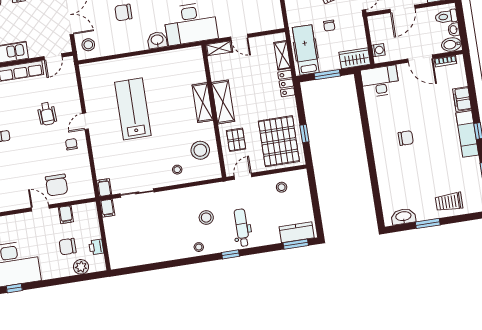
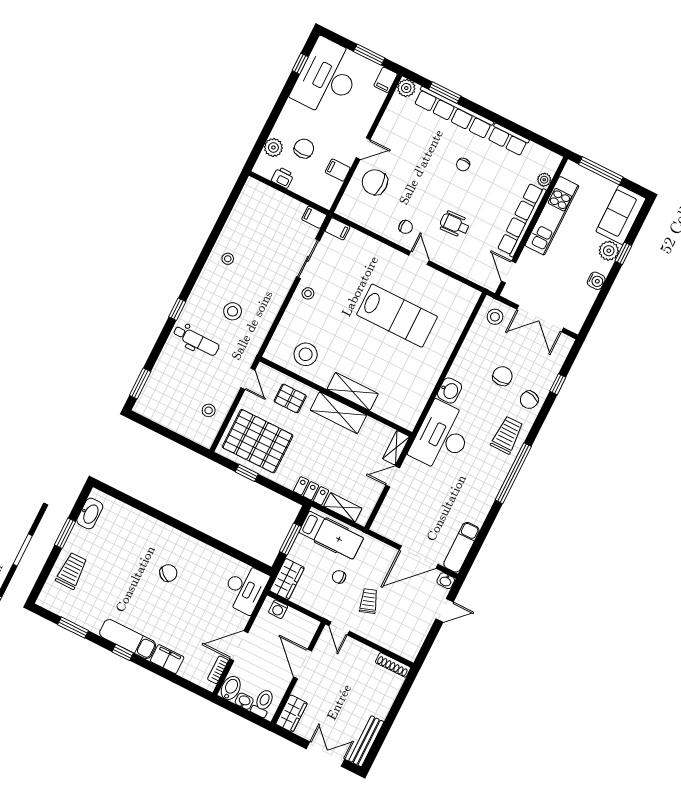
chair: (406, 138) -> (168, 573), turned -139
stool: (177, 170) -> (308, 293), moved
kitchen counter: (297, 232) -> (152, 393), removed
stool: (199, 247) -> (228, 259), moved

